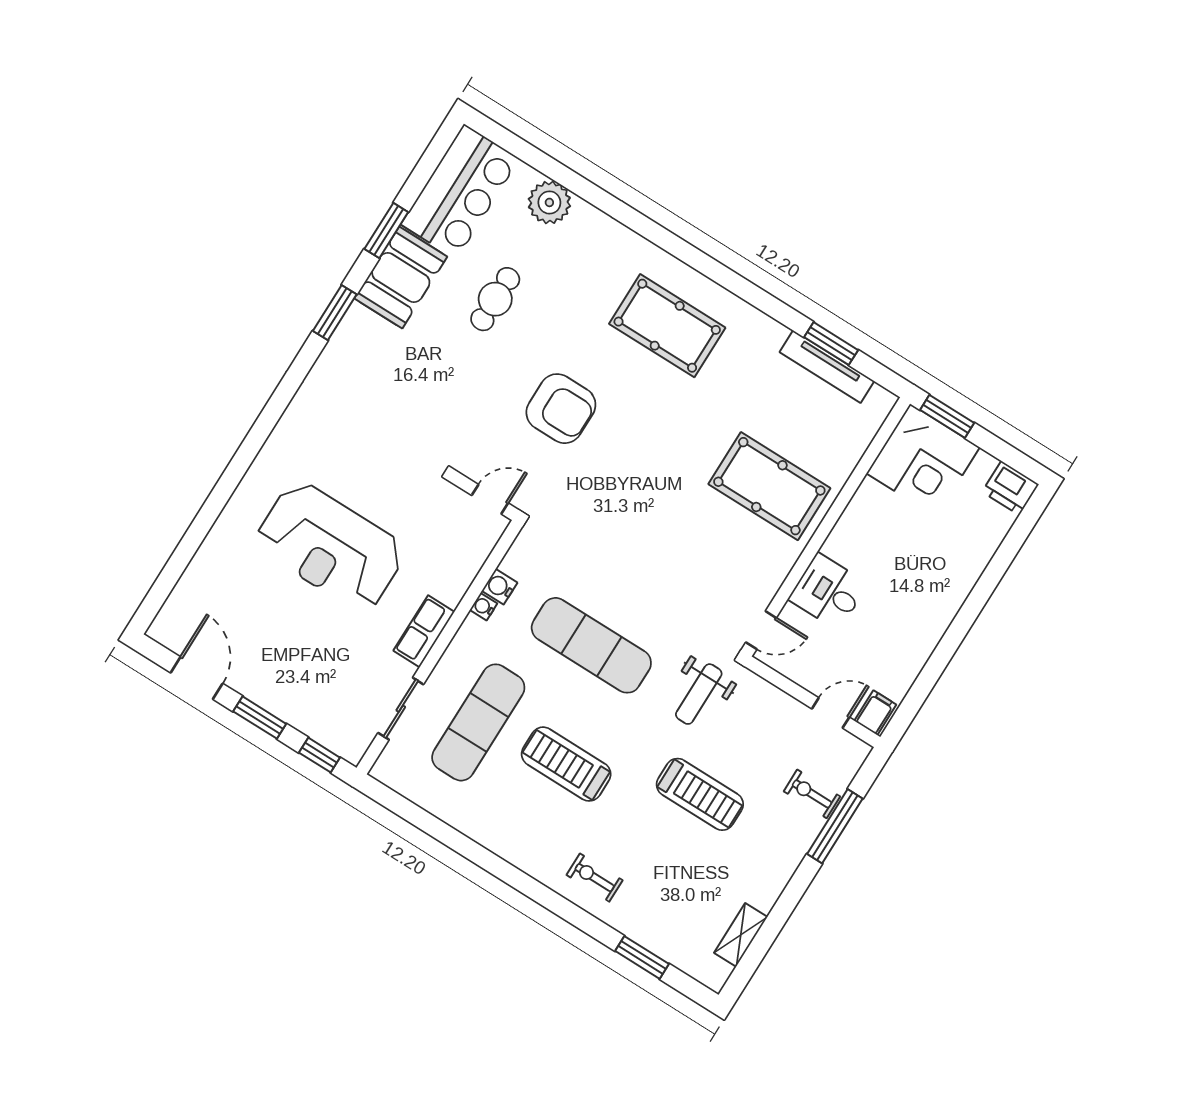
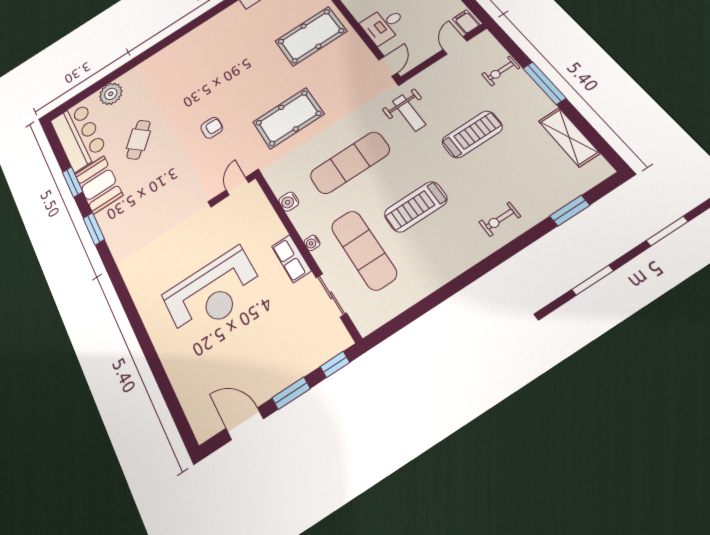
cafe table: (495, 299) -> (138, 140), turned 43
pool table: (667, 326) -> (288, 118), moved
armchair: (561, 409) -> (212, 128), width x0.53, depth x0.53
water cooler: (484, 607) -> (312, 243), moved
window: (835, 826) -> (544, 83), moved
shelving: (741, 935) -> (569, 137), width x1.50, depth x1.33

